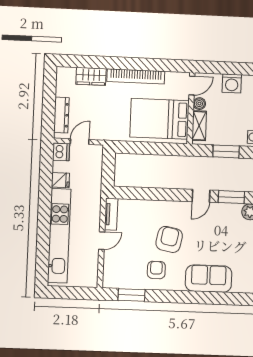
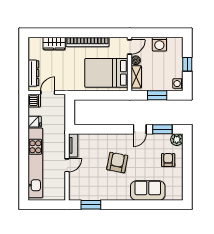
armchair: (156, 270) -> (168, 160), moved

